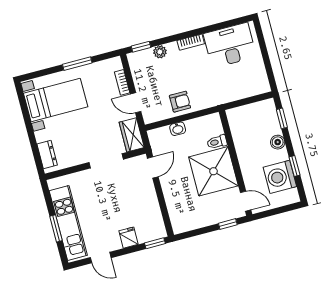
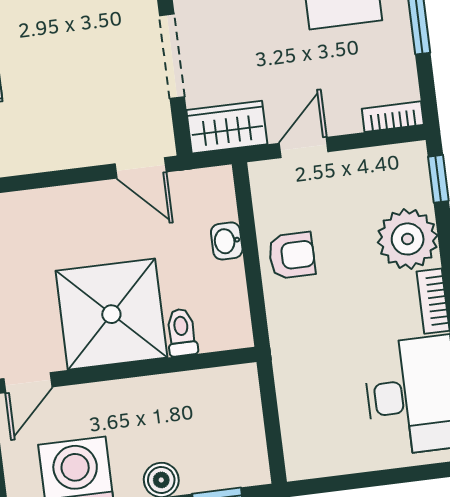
plant: (160, 52) -> (408, 239), width x1.88, depth x1.88
bookcase: (122, 82) -> (393, 117), moved
armchair: (180, 102) -> (292, 256), turned -90

